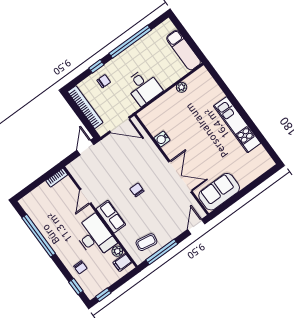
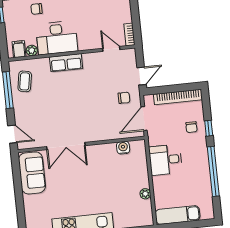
water cooler: (162, 139) -> (123, 148), moved
door: (85, 147) -> (142, 76), hinge flipped
chair: (137, 190) -> (124, 98), moved
door: (85, 197) -> (111, 49), moved

